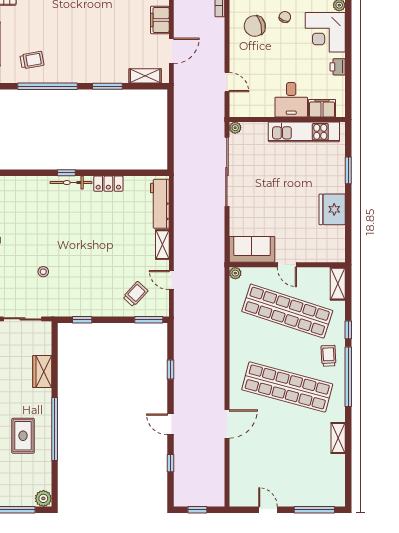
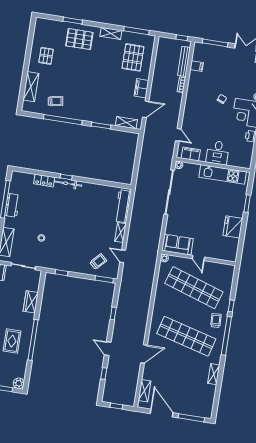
chair: (255, 26) -> (202, 102), removed
filing cabinet: (322, 108) -> (191, 154), moved
locker: (108, 184) -> (44, 181), moved
shelving: (338, 284) -> (145, 391), moved
door: (268, 510) -> (162, 413), width x1.88

